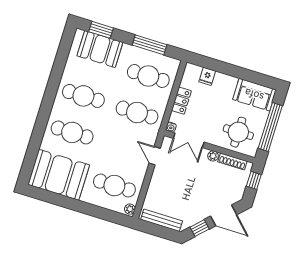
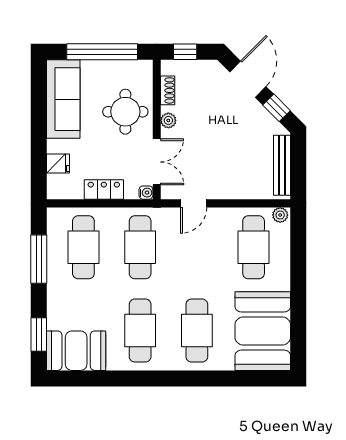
booth: (100, 49) -> (76, 351), moved, turned 90
sofa: (254, 95) -> (63, 99), width x1.36
round table: (238, 132) -> (125, 112), moved
shoe rack: (232, 161) -> (168, 90), width x0.70

